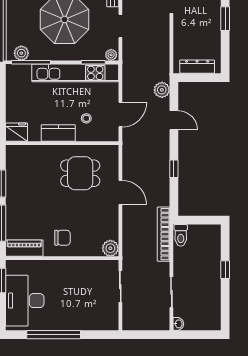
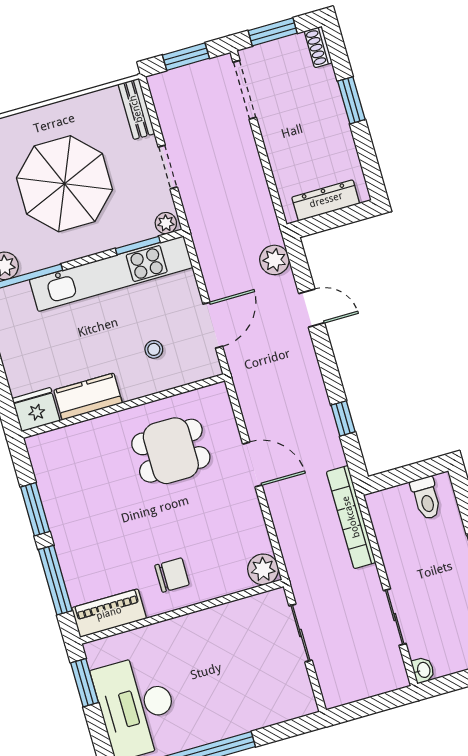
kitchen counter: (58, 133) -> (88, 397), moved
window: (174, 169) -> (343, 418), moved
toilet: (181, 235) -> (426, 498), moved

